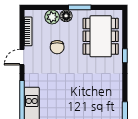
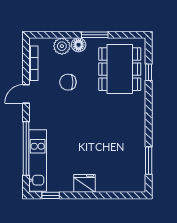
chair: (57, 47) -> (68, 82), turned 90
window: (125, 56) -> (149, 72), moved

